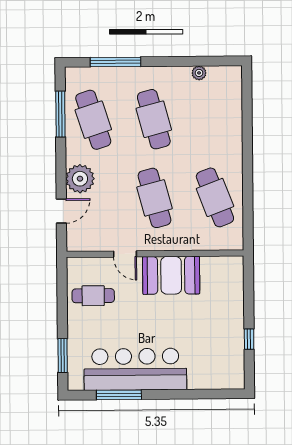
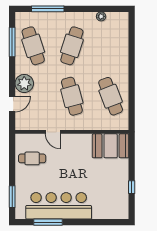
cafe table: (154, 119) -> (72, 46), turned 33
booth: (171, 275) -> (111, 146), moved

